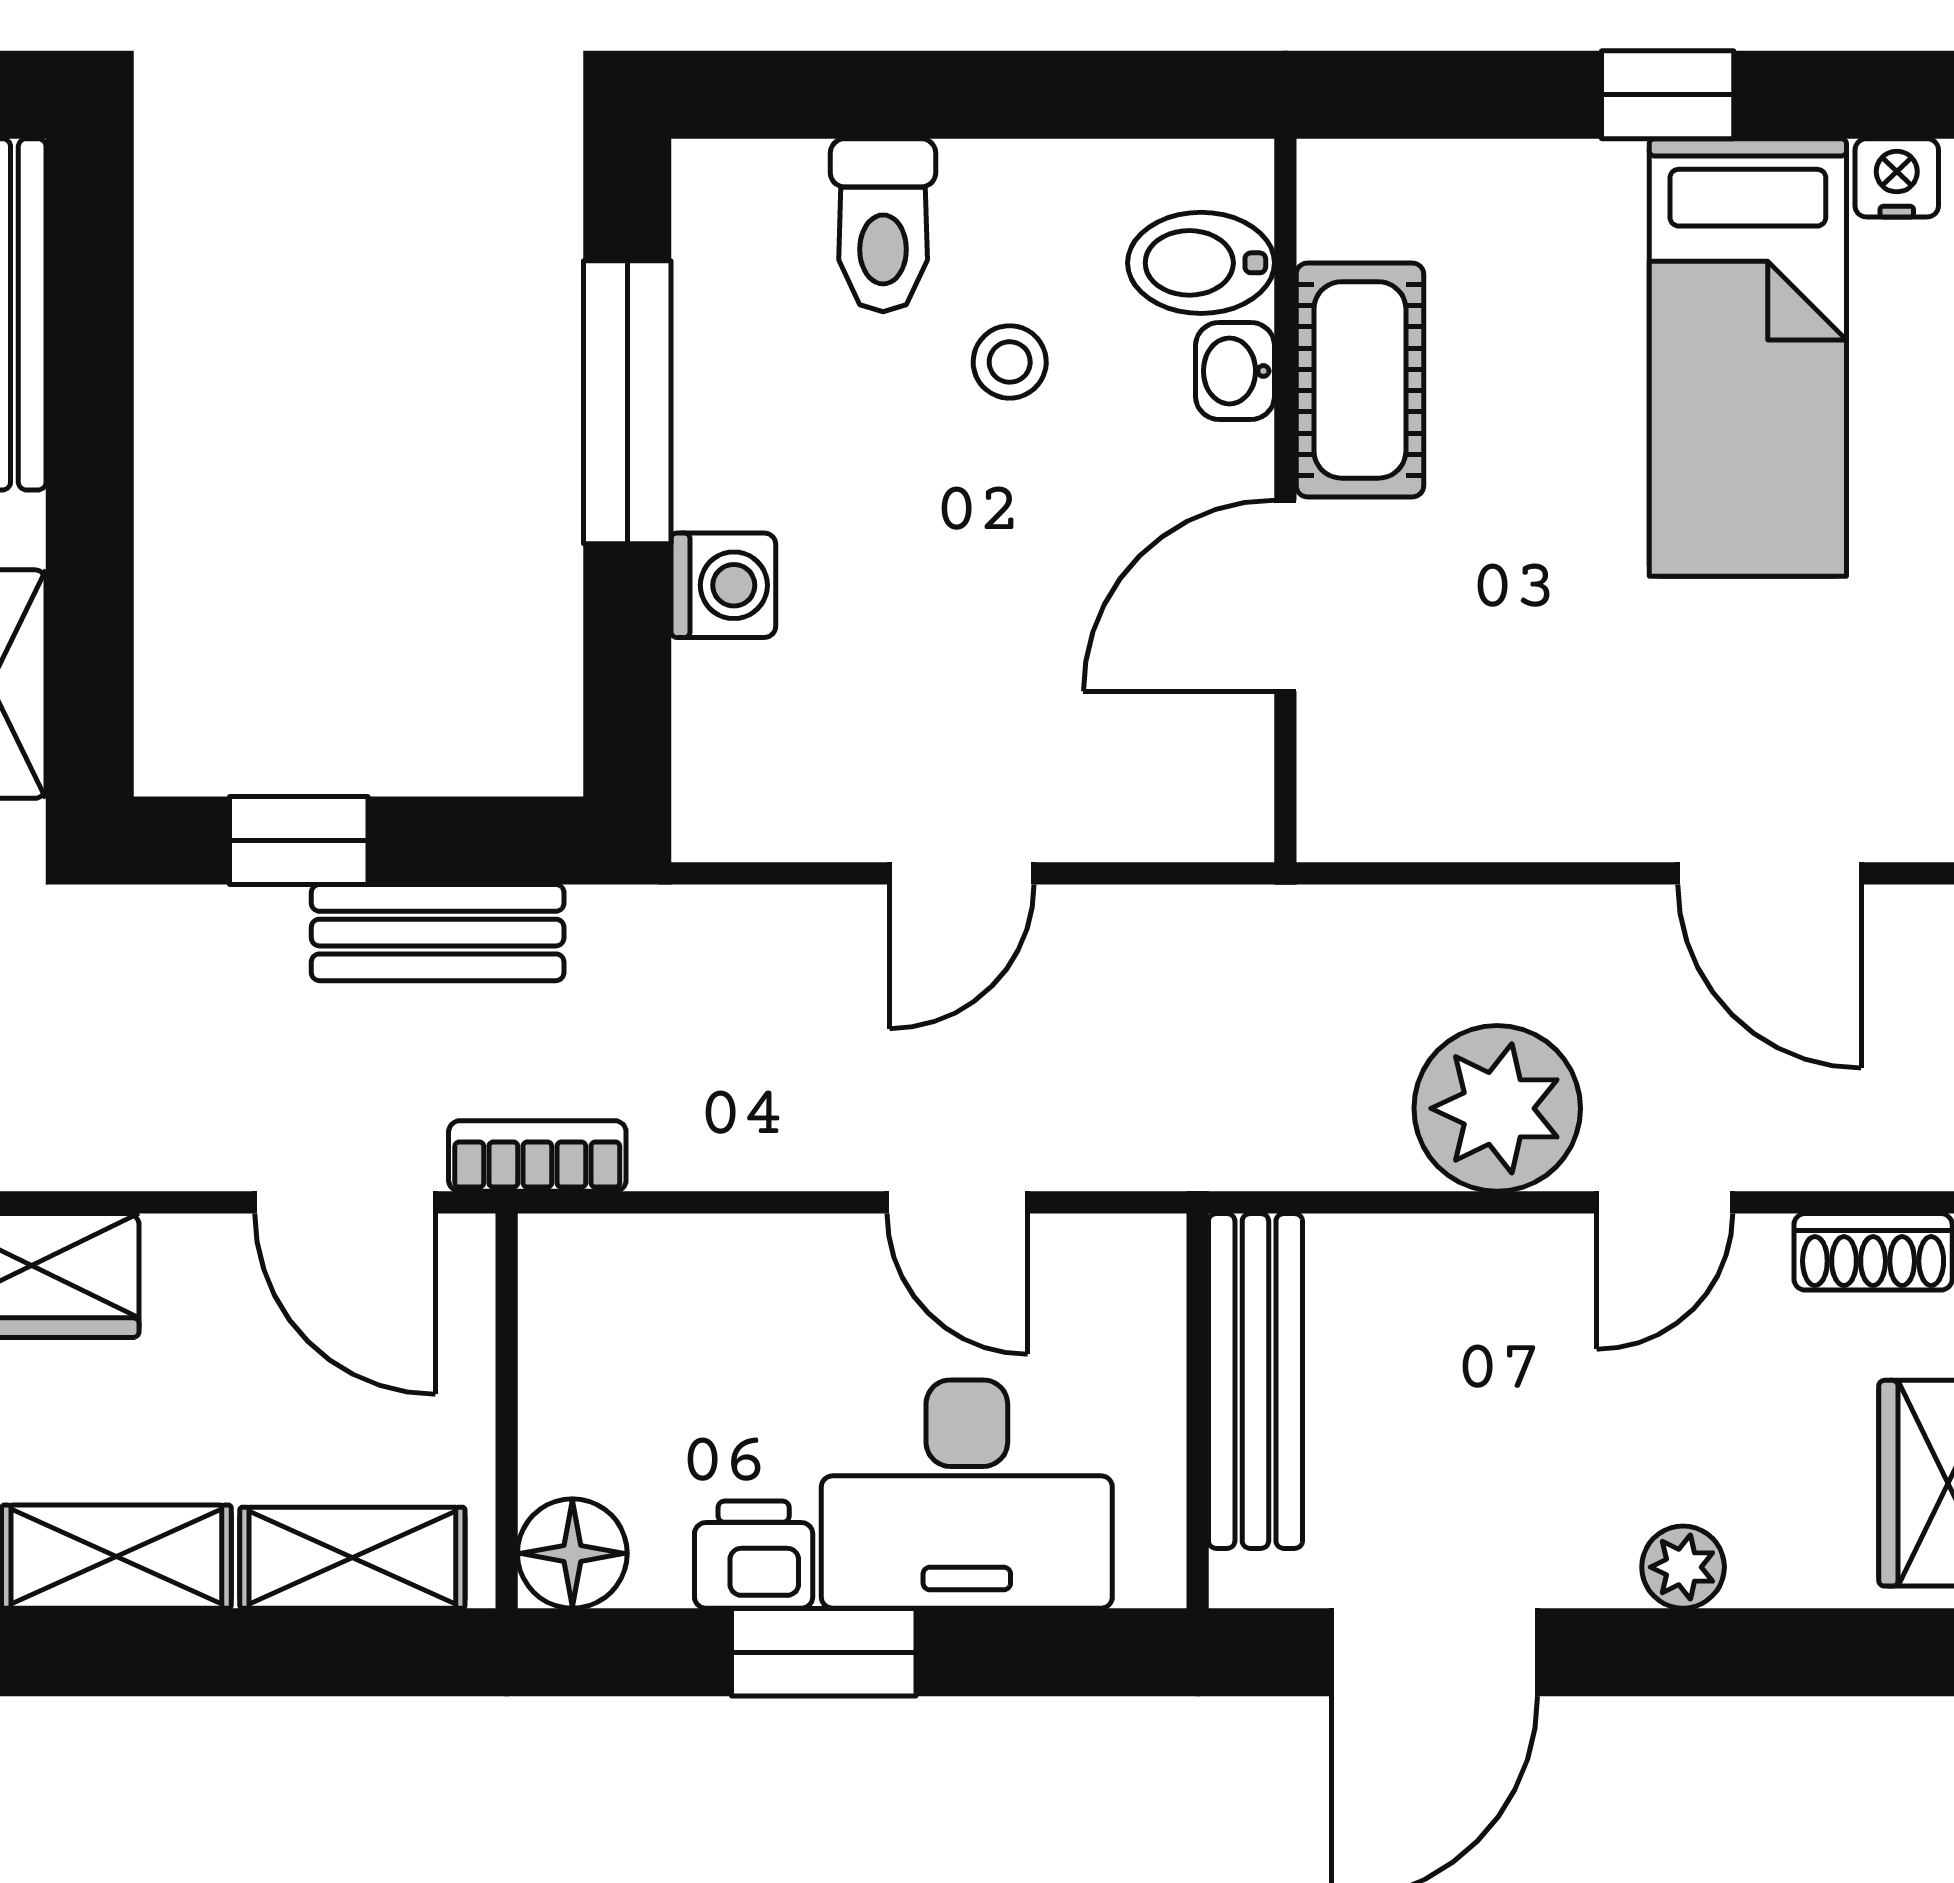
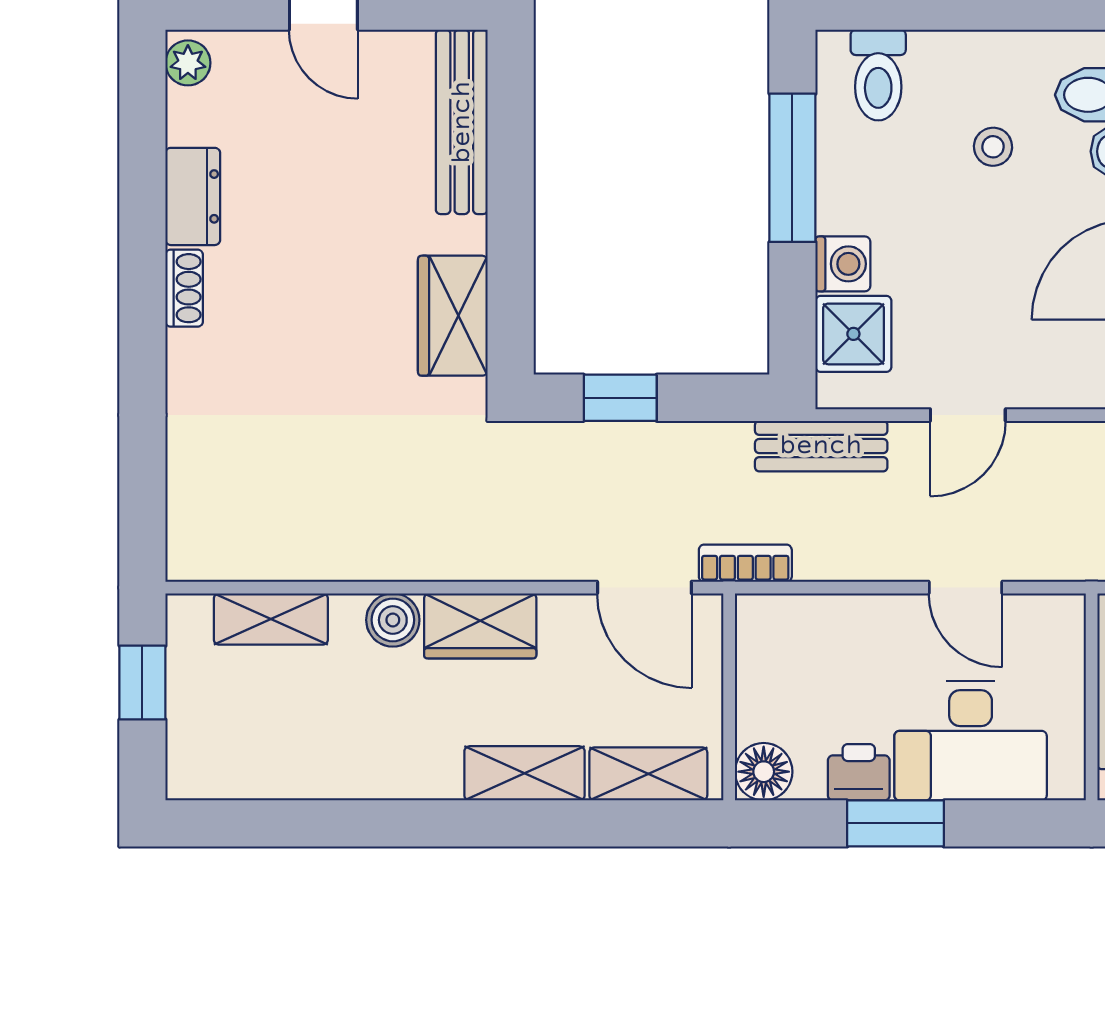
toilet: (883, 225) -> (878, 75), moved
shower: (744, 719) -> (853, 334), added
bench: (438, 933) -> (821, 446), moved

